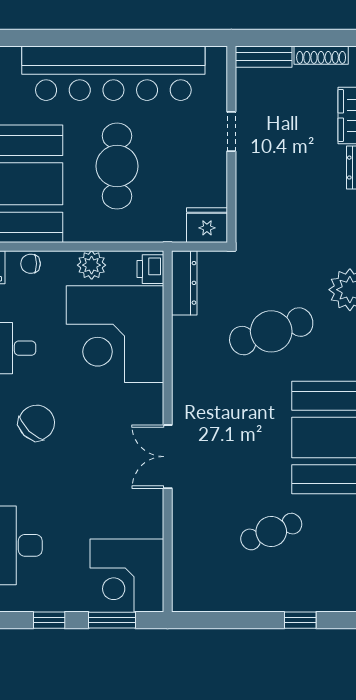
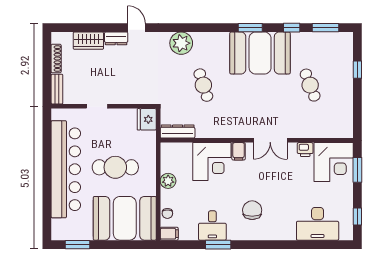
printer: (150, 269) -> (305, 150), moved
cafe table: (271, 331) -> (203, 85), width x0.73, depth x0.74
corner desk: (115, 334) -> (212, 162), width x0.74, depth x0.74
filing cabinet: (147, 397) -> (239, 151), added
chair: (37, 423) -> (252, 210), turned 46
window: (49, 620) -> (357, 216), moved

